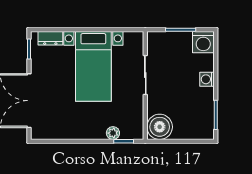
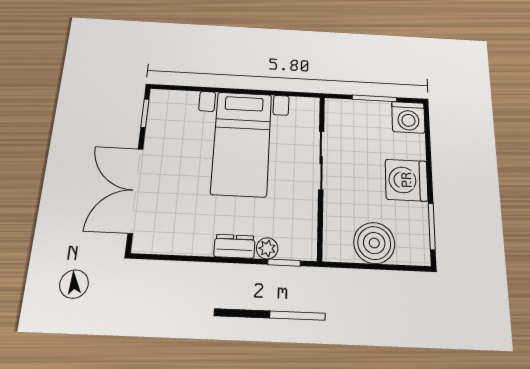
dresser: (50, 38) -> (234, 246), moved, turned 180
washing machine: (207, 79) -> (407, 180), width x1.89, depth x1.89
boiler: (160, 127) -> (374, 243), moved

